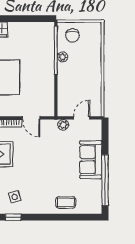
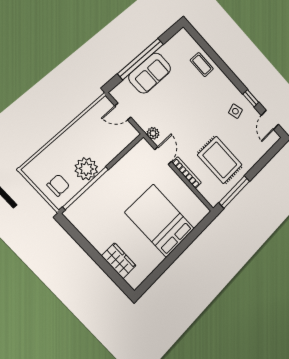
plant: (63, 57) -> (86, 169), width x1.88, depth x1.88
plant: (63, 125) -> (153, 133), moved
window: (105, 180) -> (141, 59), moved

